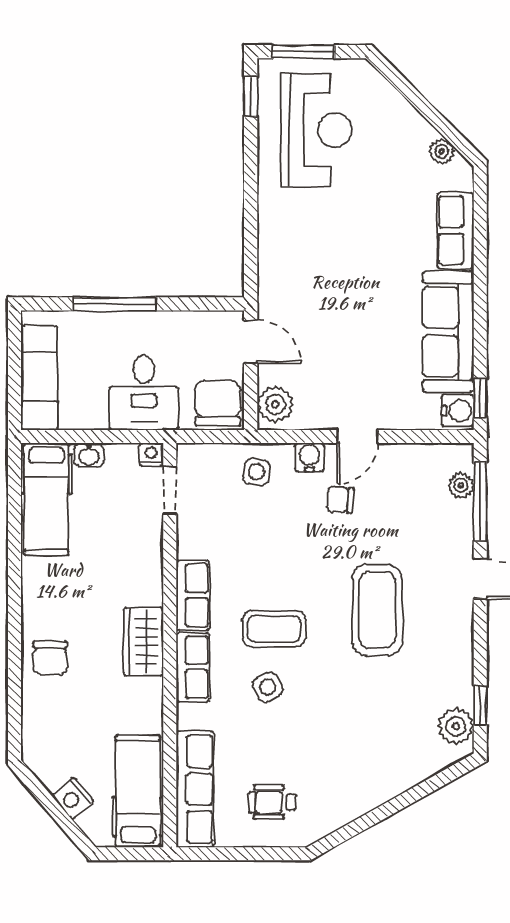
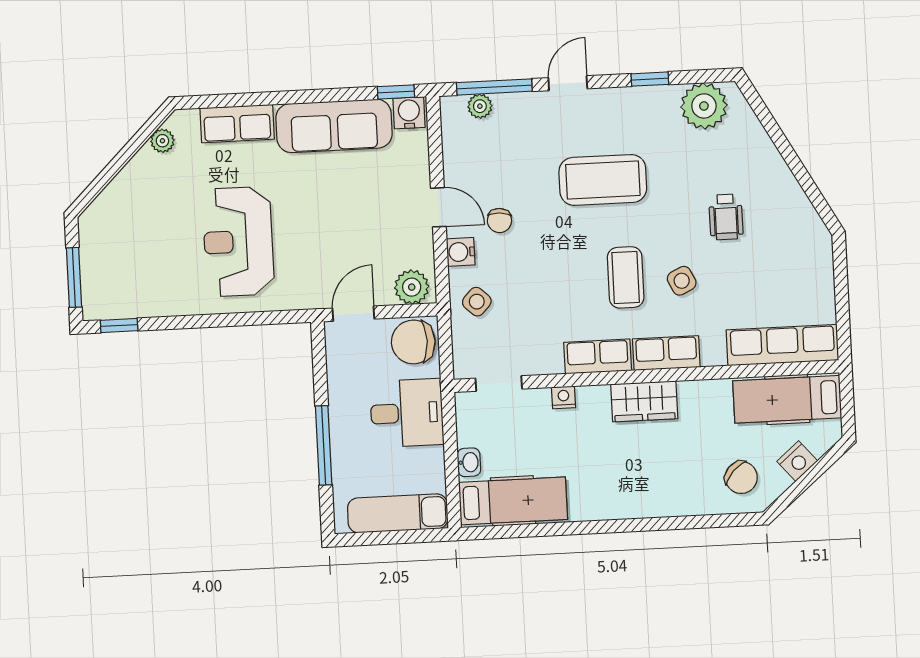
reception desk: (316, 130) -> (238, 242), moved, turned -90
nightstand: (151, 454) -> (563, 397), moved, turned 90
side table: (257, 472) -> (477, 302), turned 35
chair: (50, 658) -> (741, 477), moved, turned 43
window: (480, 705) -> (650, 79), moved
plant: (456, 726) -> (704, 106), width x1.36, depth x1.36
wheelchair: (272, 802) -> (726, 217), moved

